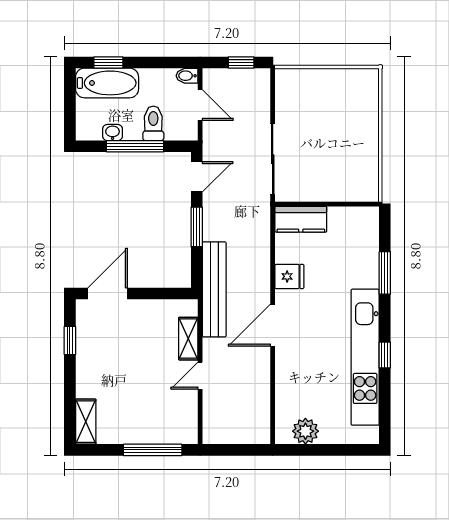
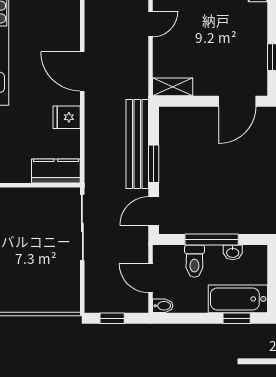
bench: (214, 289) -> (137, 144), moved
door: (273, 325) -> (82, 71), swing flipped
shelving: (188, 339) -> (173, 87), moved, turned 90

